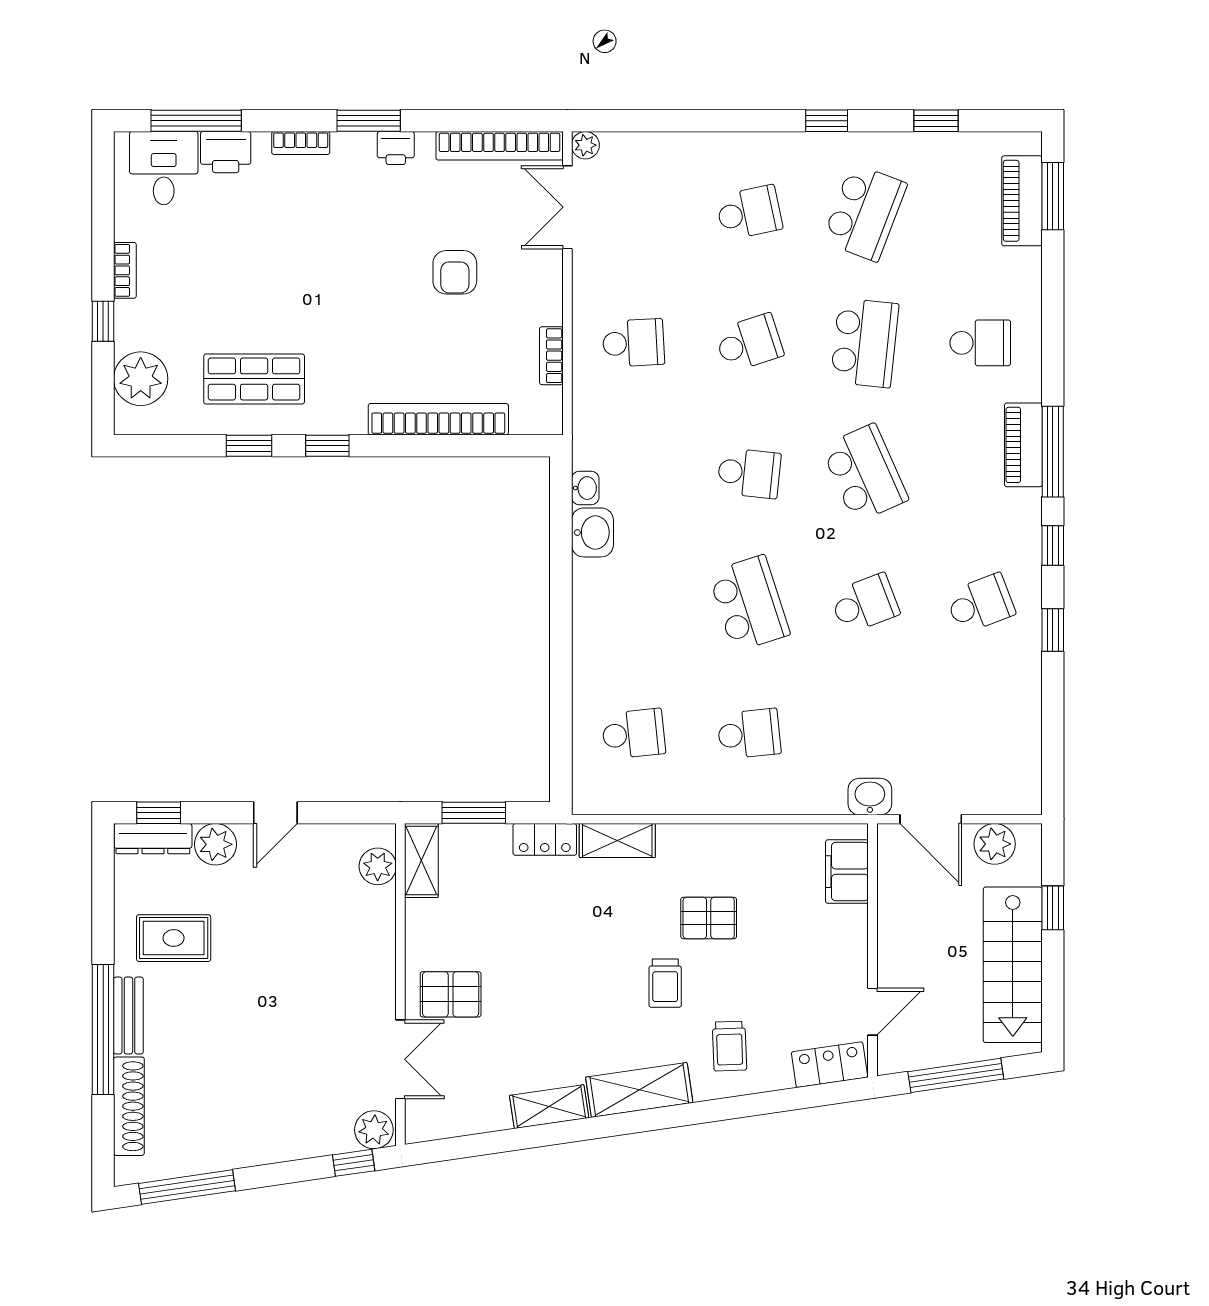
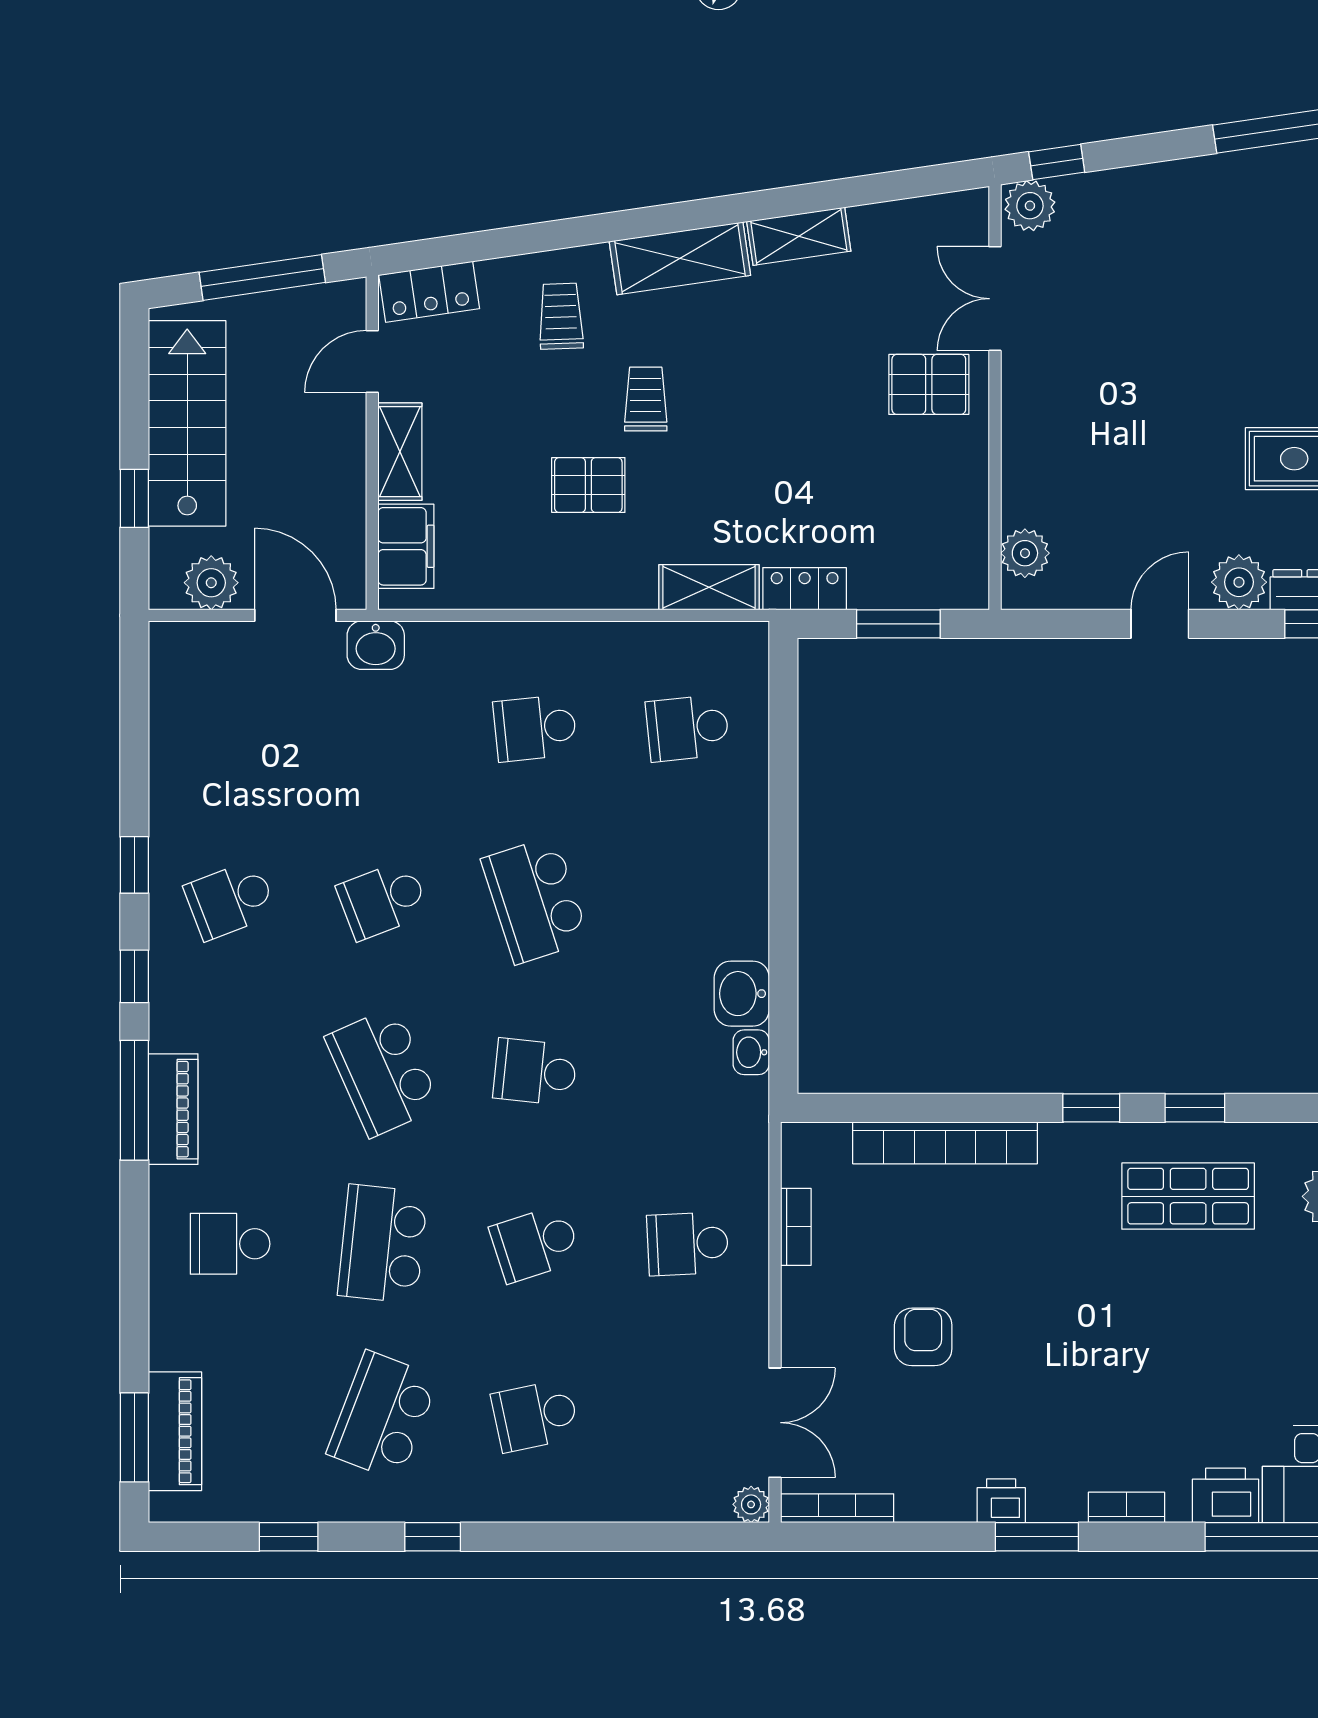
bookcase: (500, 146) -> (837, 1508), width x0.68, depth x0.76
shelving: (421, 861) -> (400, 452), moved

